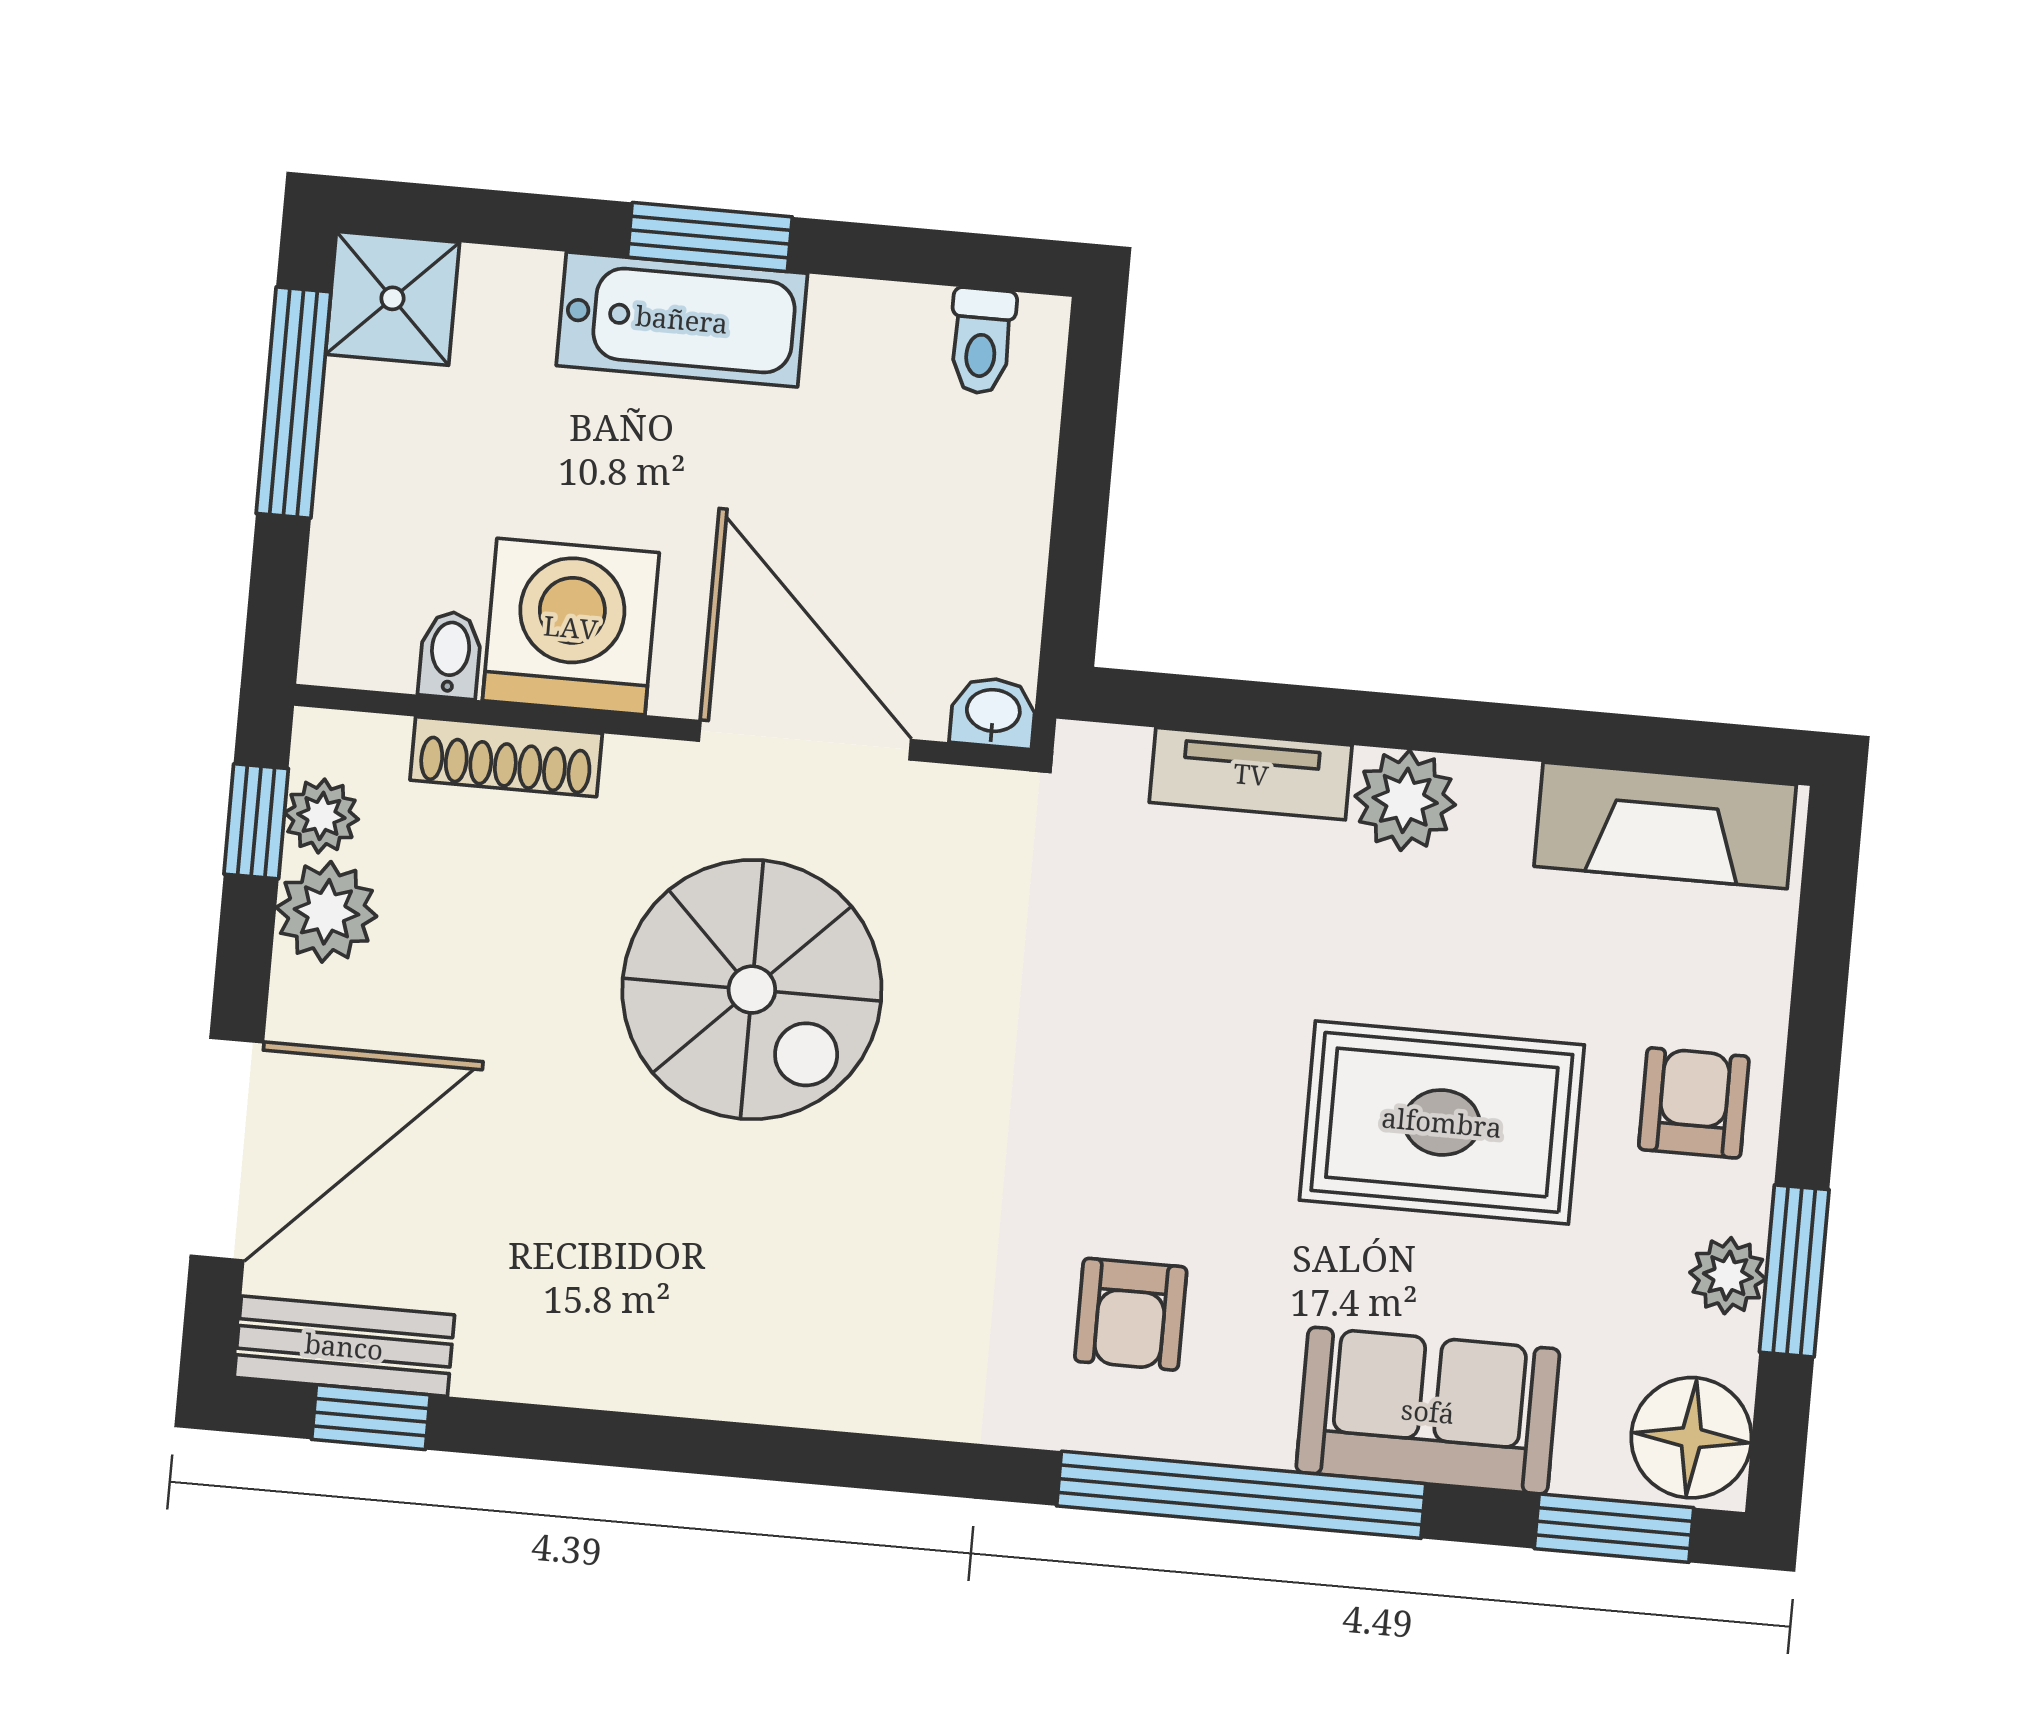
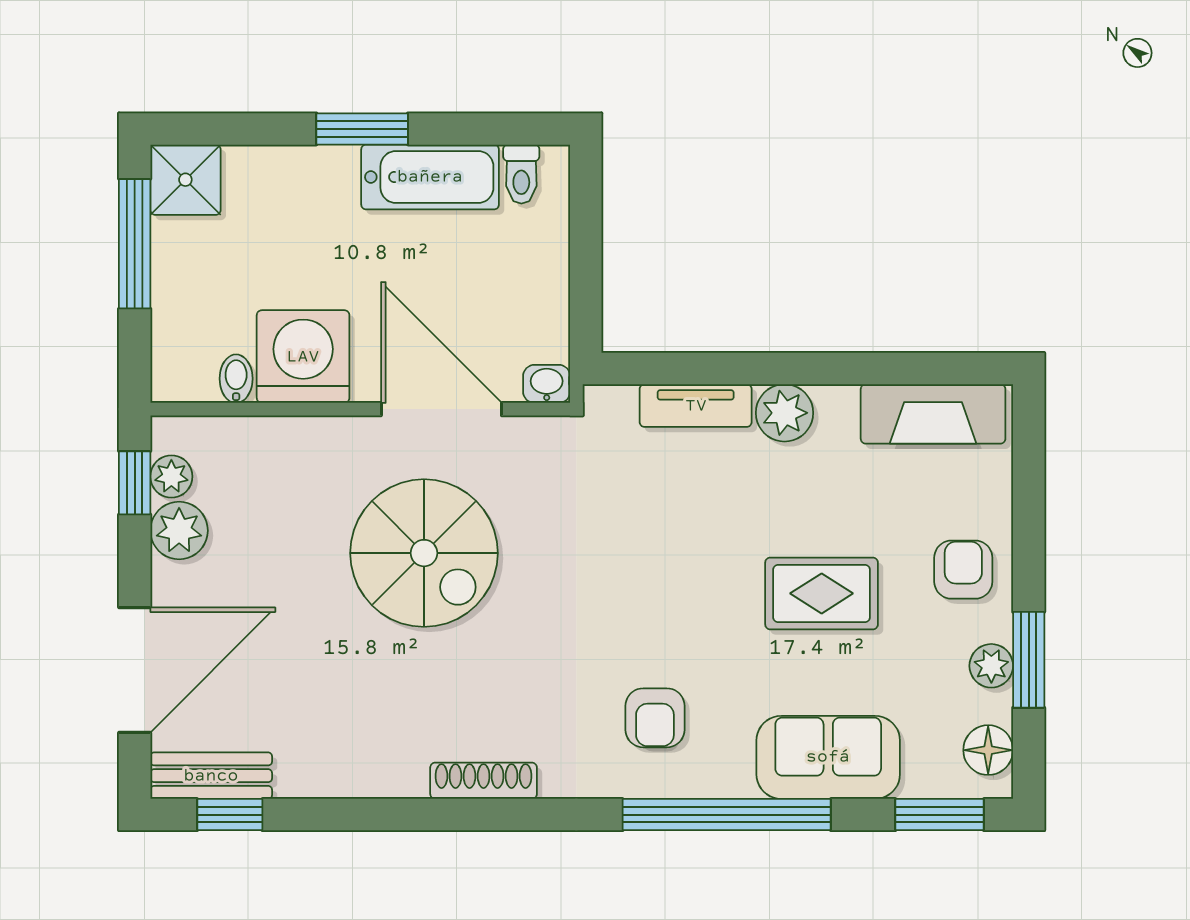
bathtub: (682, 319) -> (430, 177), moved
shoe rack: (506, 757) -> (484, 781), moved, turned 180
rug: (1442, 1122) -> (822, 593), width x0.73, depth x0.70
floor lamp: (1691, 1438) -> (988, 750), width x0.73, depth x0.73

